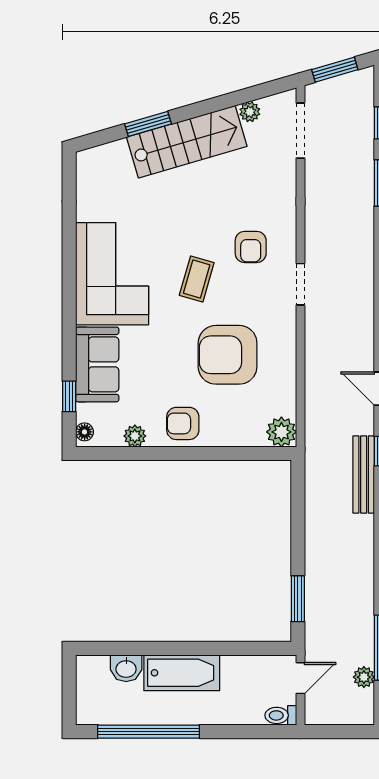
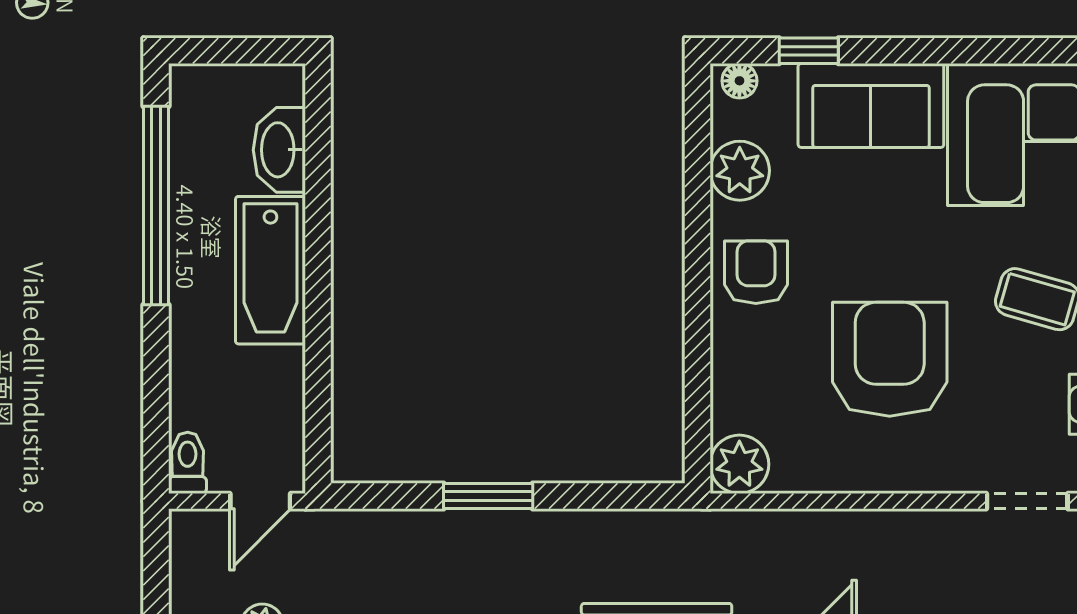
plant: (135, 436) -> (740, 171), width x1.38, depth x1.38
window: (298, 599) -> (488, 496), moved
washbasin: (126, 668) -> (279, 150), width x1.38
door: (300, 678) -> (260, 501), hinge flipped

